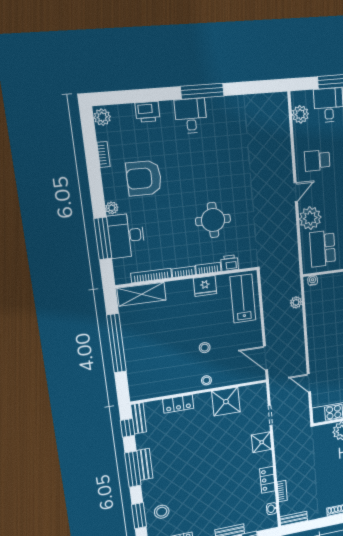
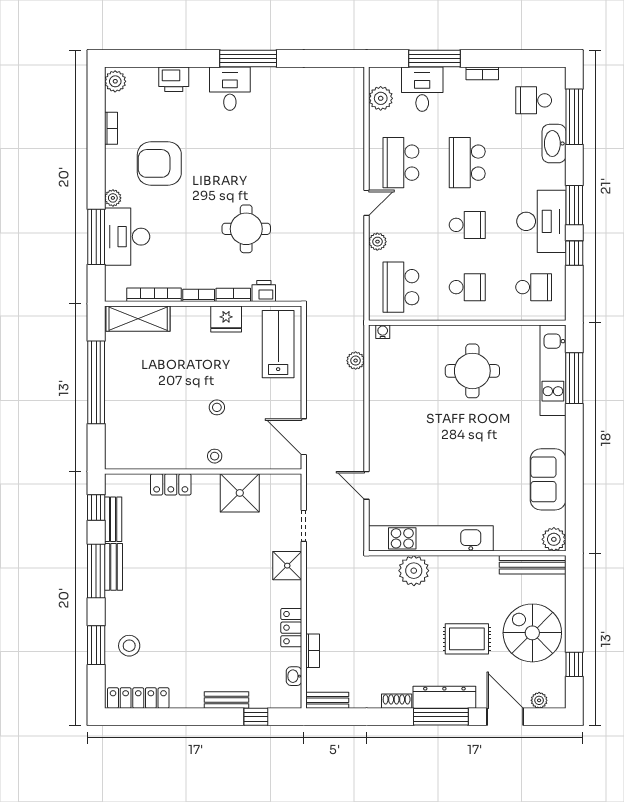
school desk: (317, 161) -> (401, 163), width x1.85
plant: (310, 218) -> (377, 242), width x0.53, depth x0.53
bench: (139, 418) -> (113, 519), moved

